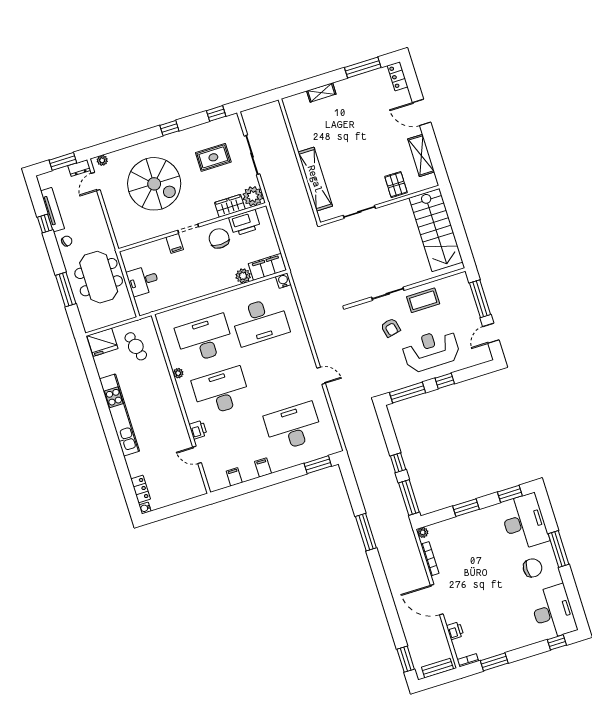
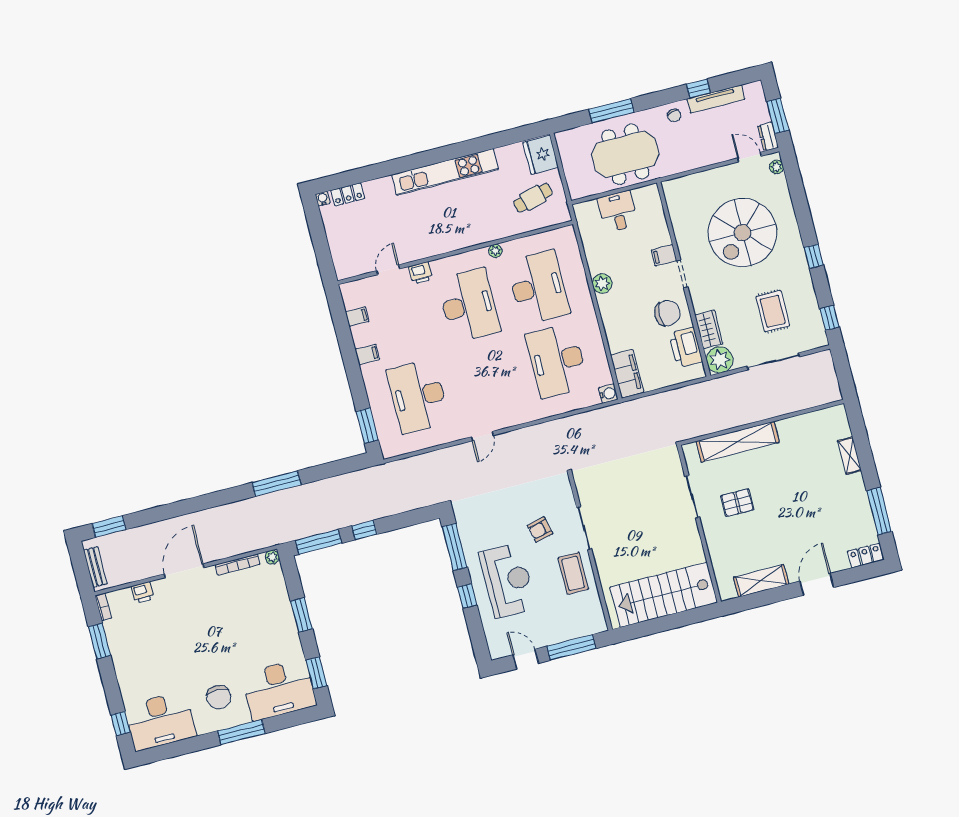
pallet: (396, 185) -> (737, 503), moved
plant: (243, 276) -> (602, 284), moved
desk: (293, 427) -> (418, 396), turned 180

